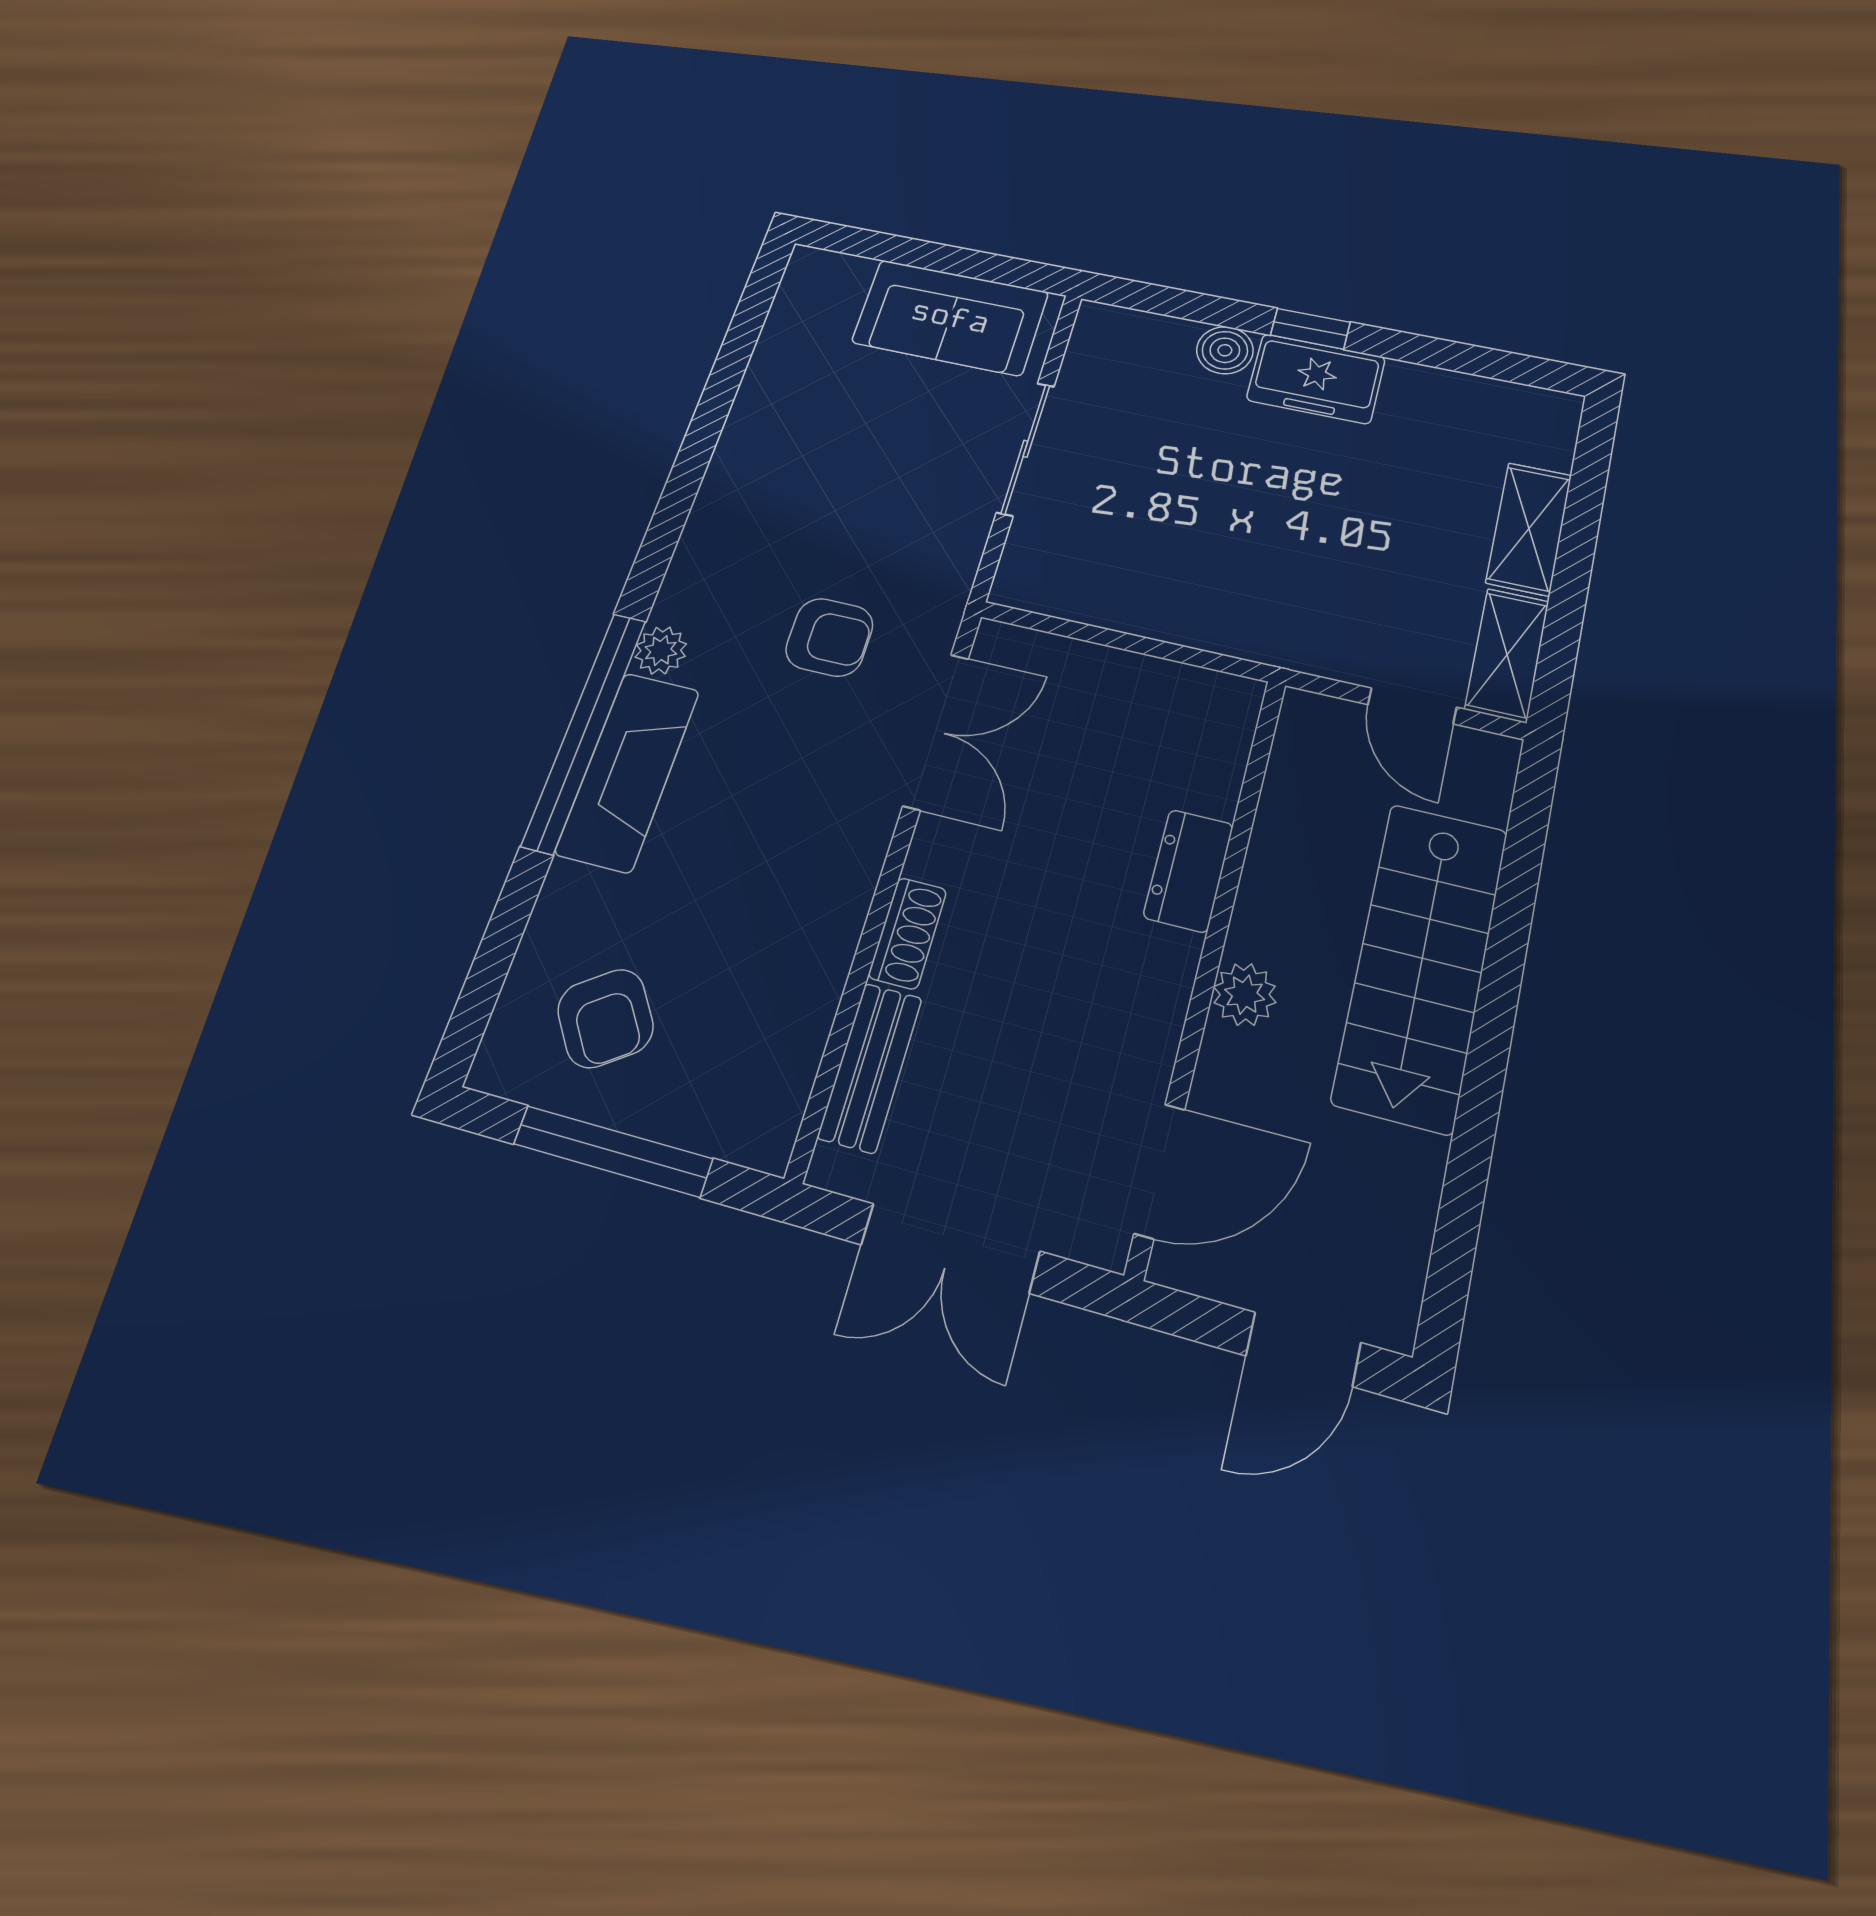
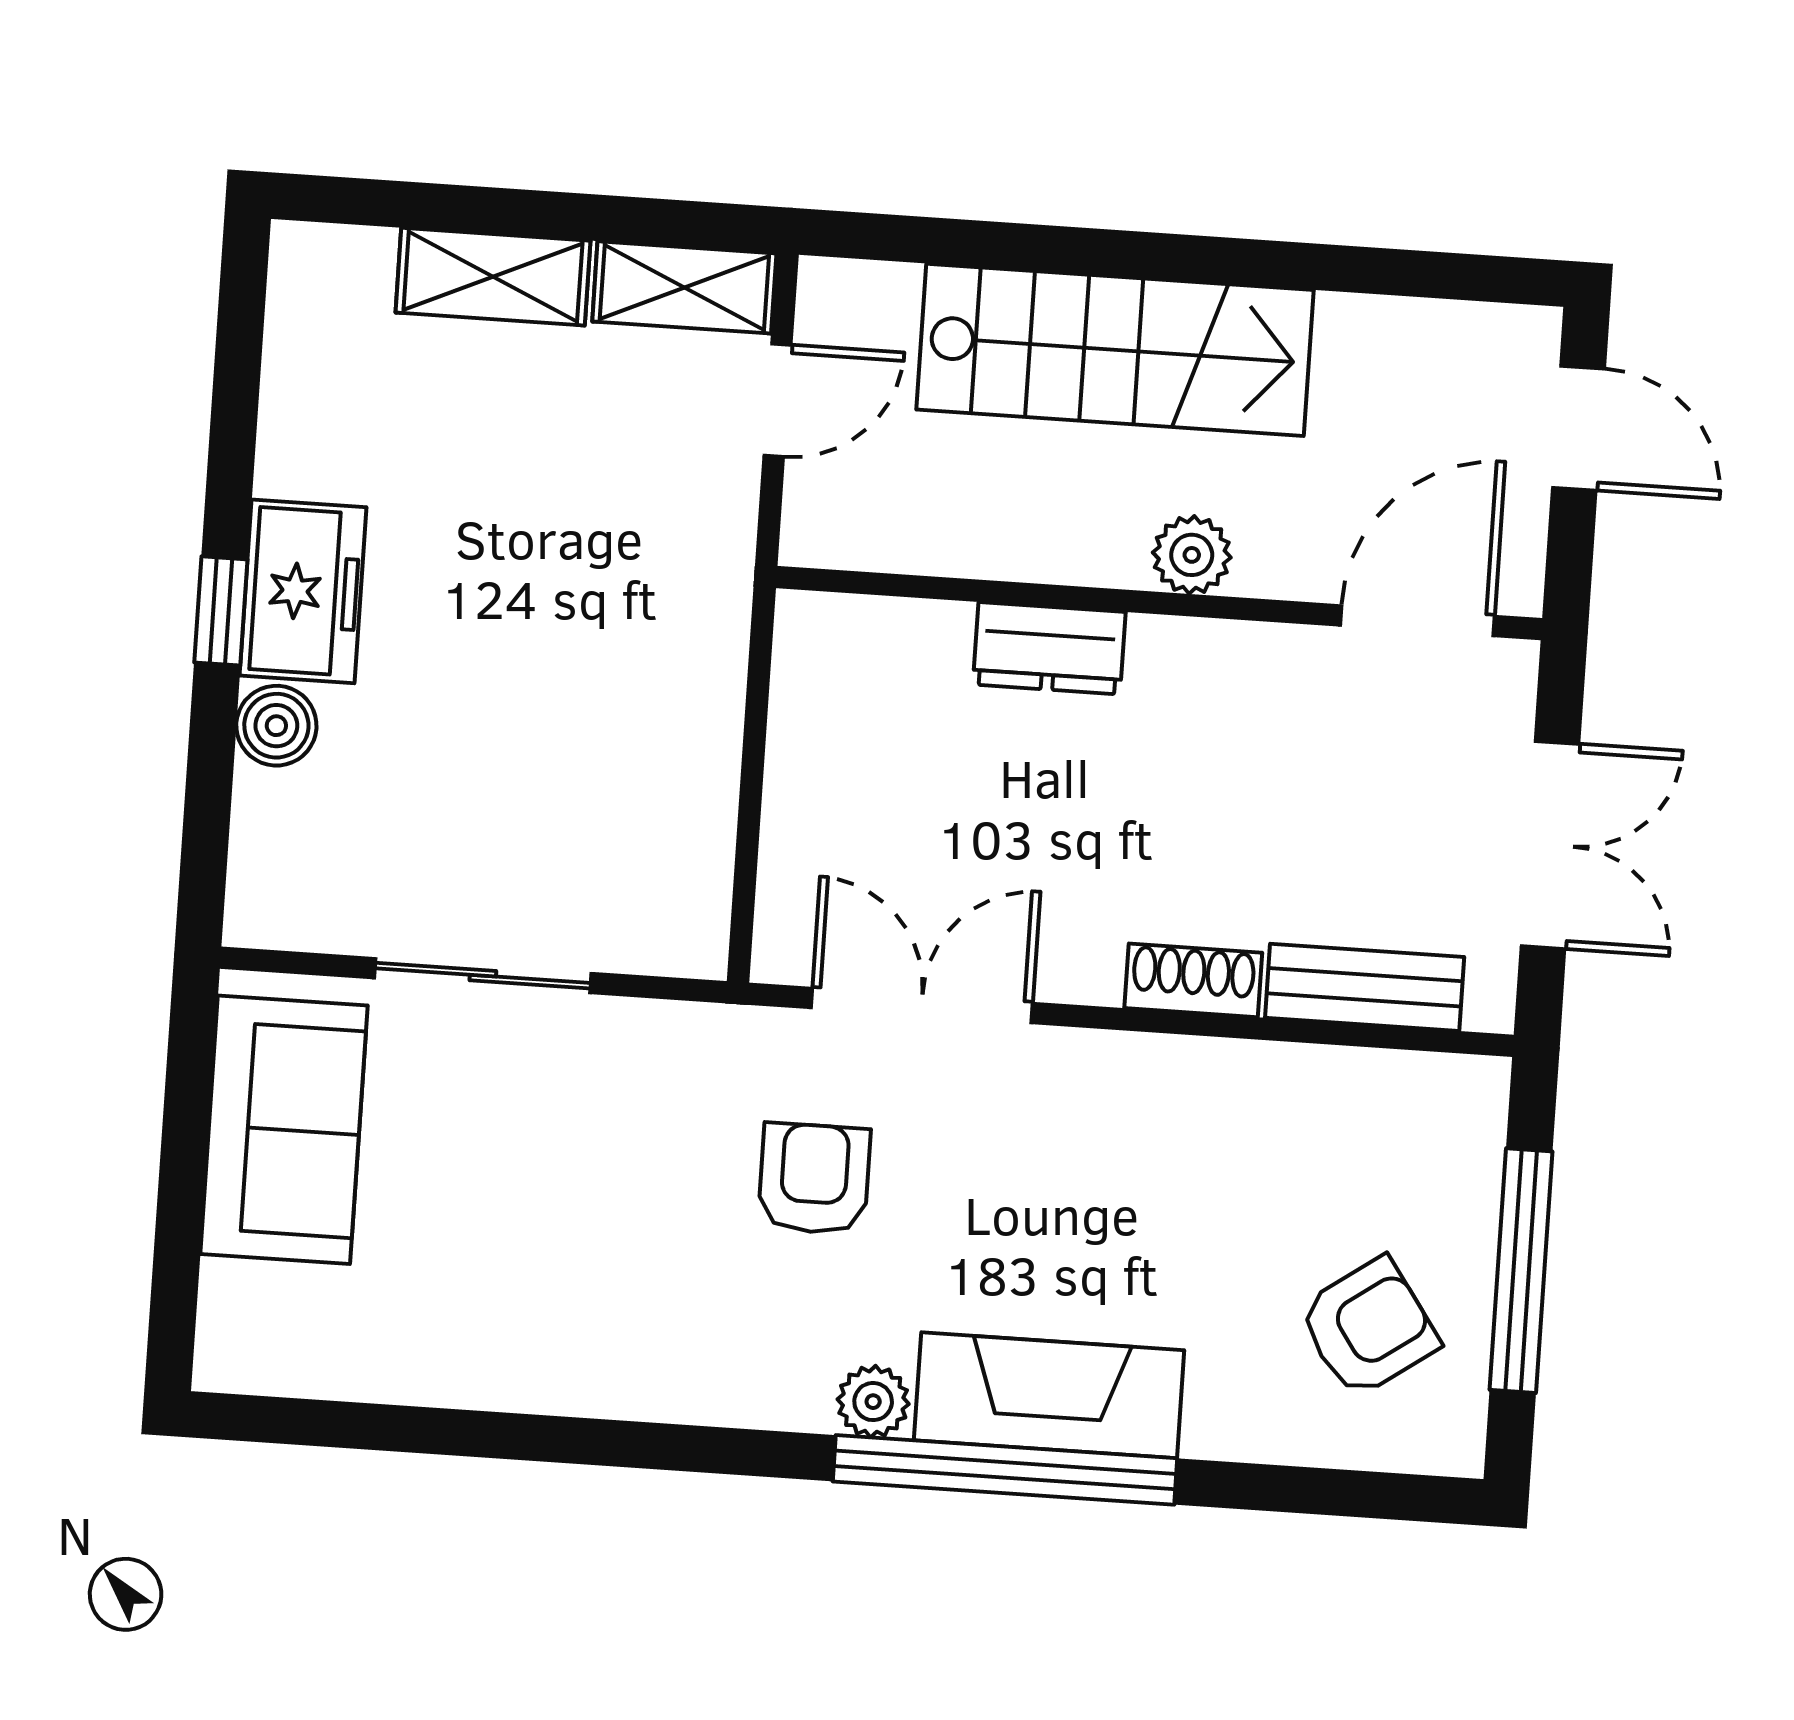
door: (1160, 1171) -> (1417, 621), hinge flipped

